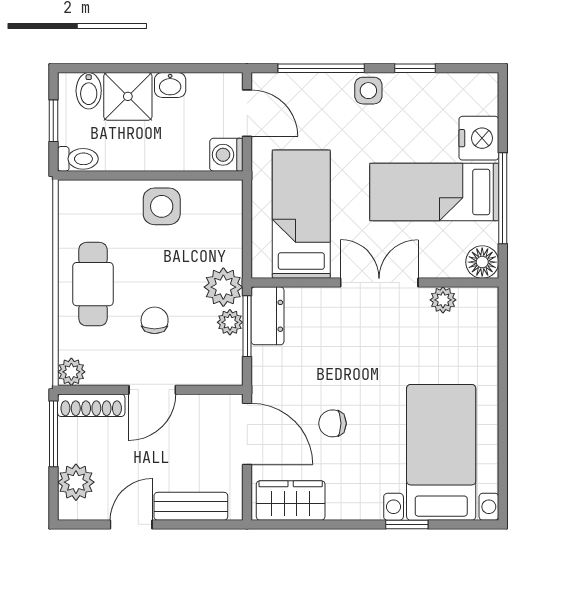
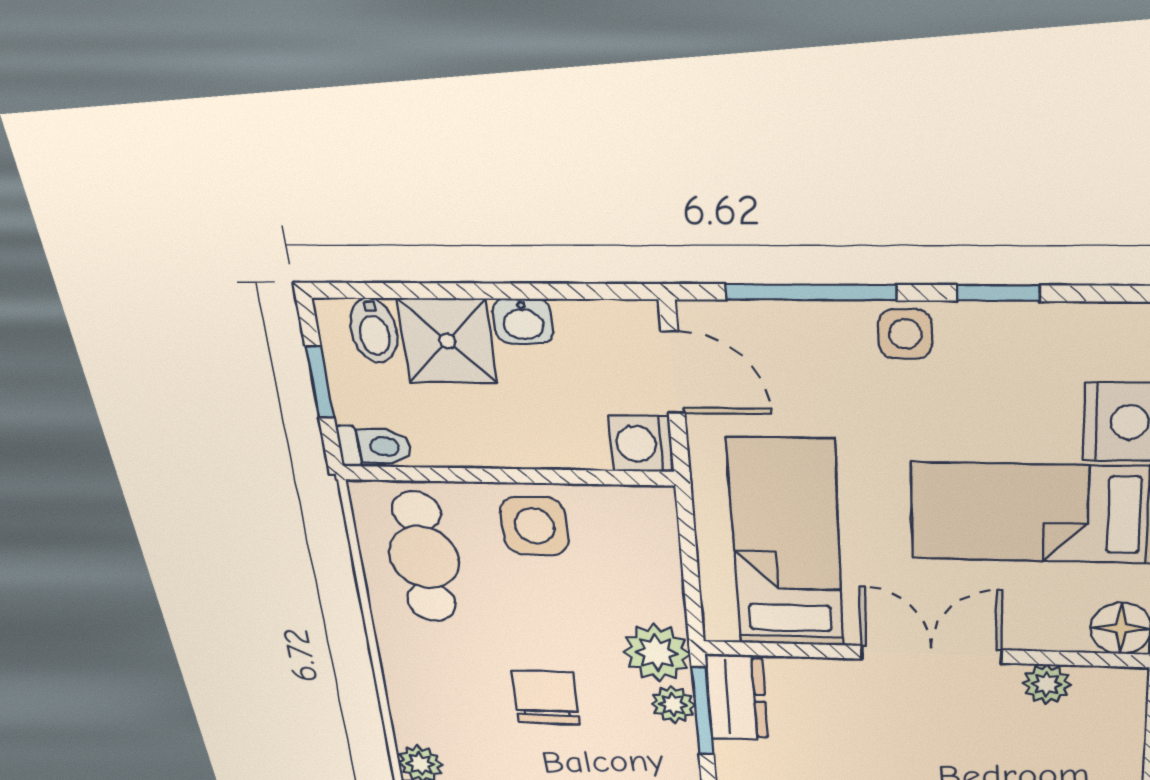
cafe table: (93, 284) -> (424, 557), moved
chair: (155, 320) -> (545, 697), width x1.37, depth x1.37

